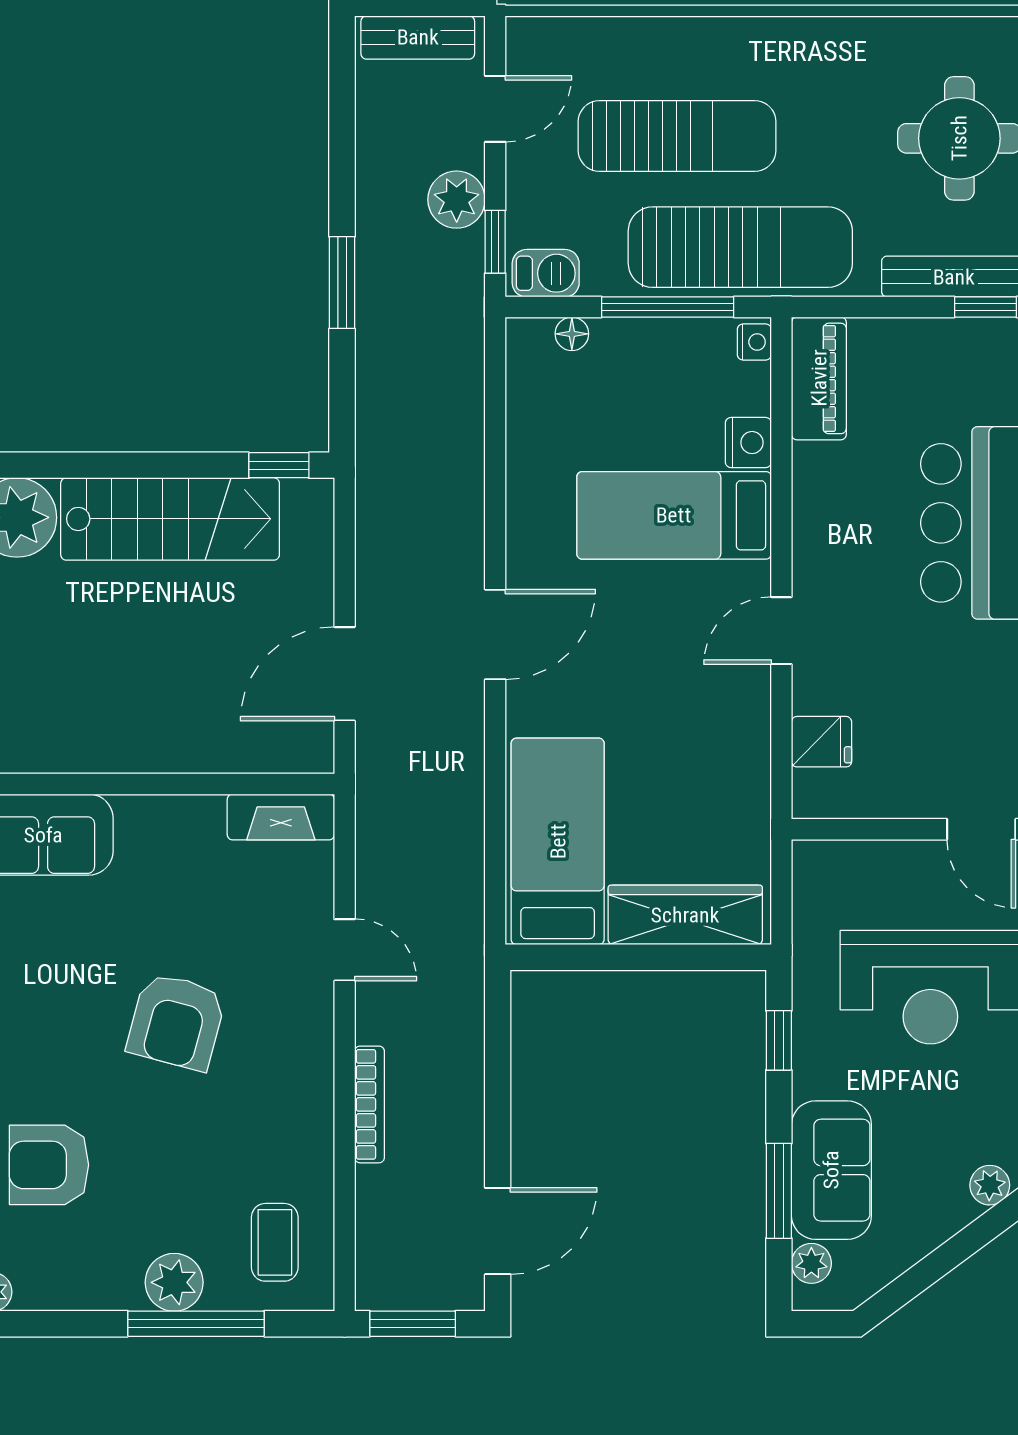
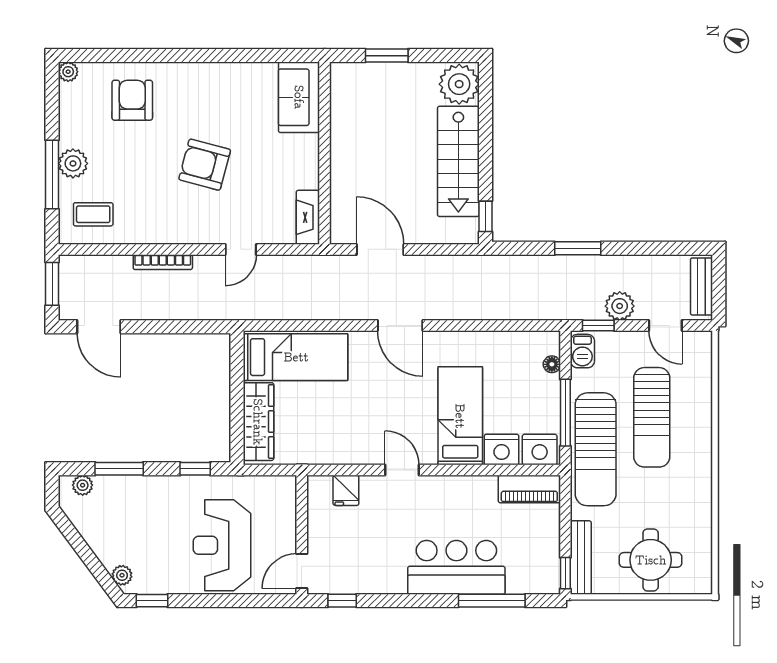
nightstand: (754, 342) -> (540, 450), width x1.89, depth x1.79
nightstand: (748, 443) -> (502, 450), width x1.36, depth x1.33
sofa: (831, 1170) -> (130, 495), removed

